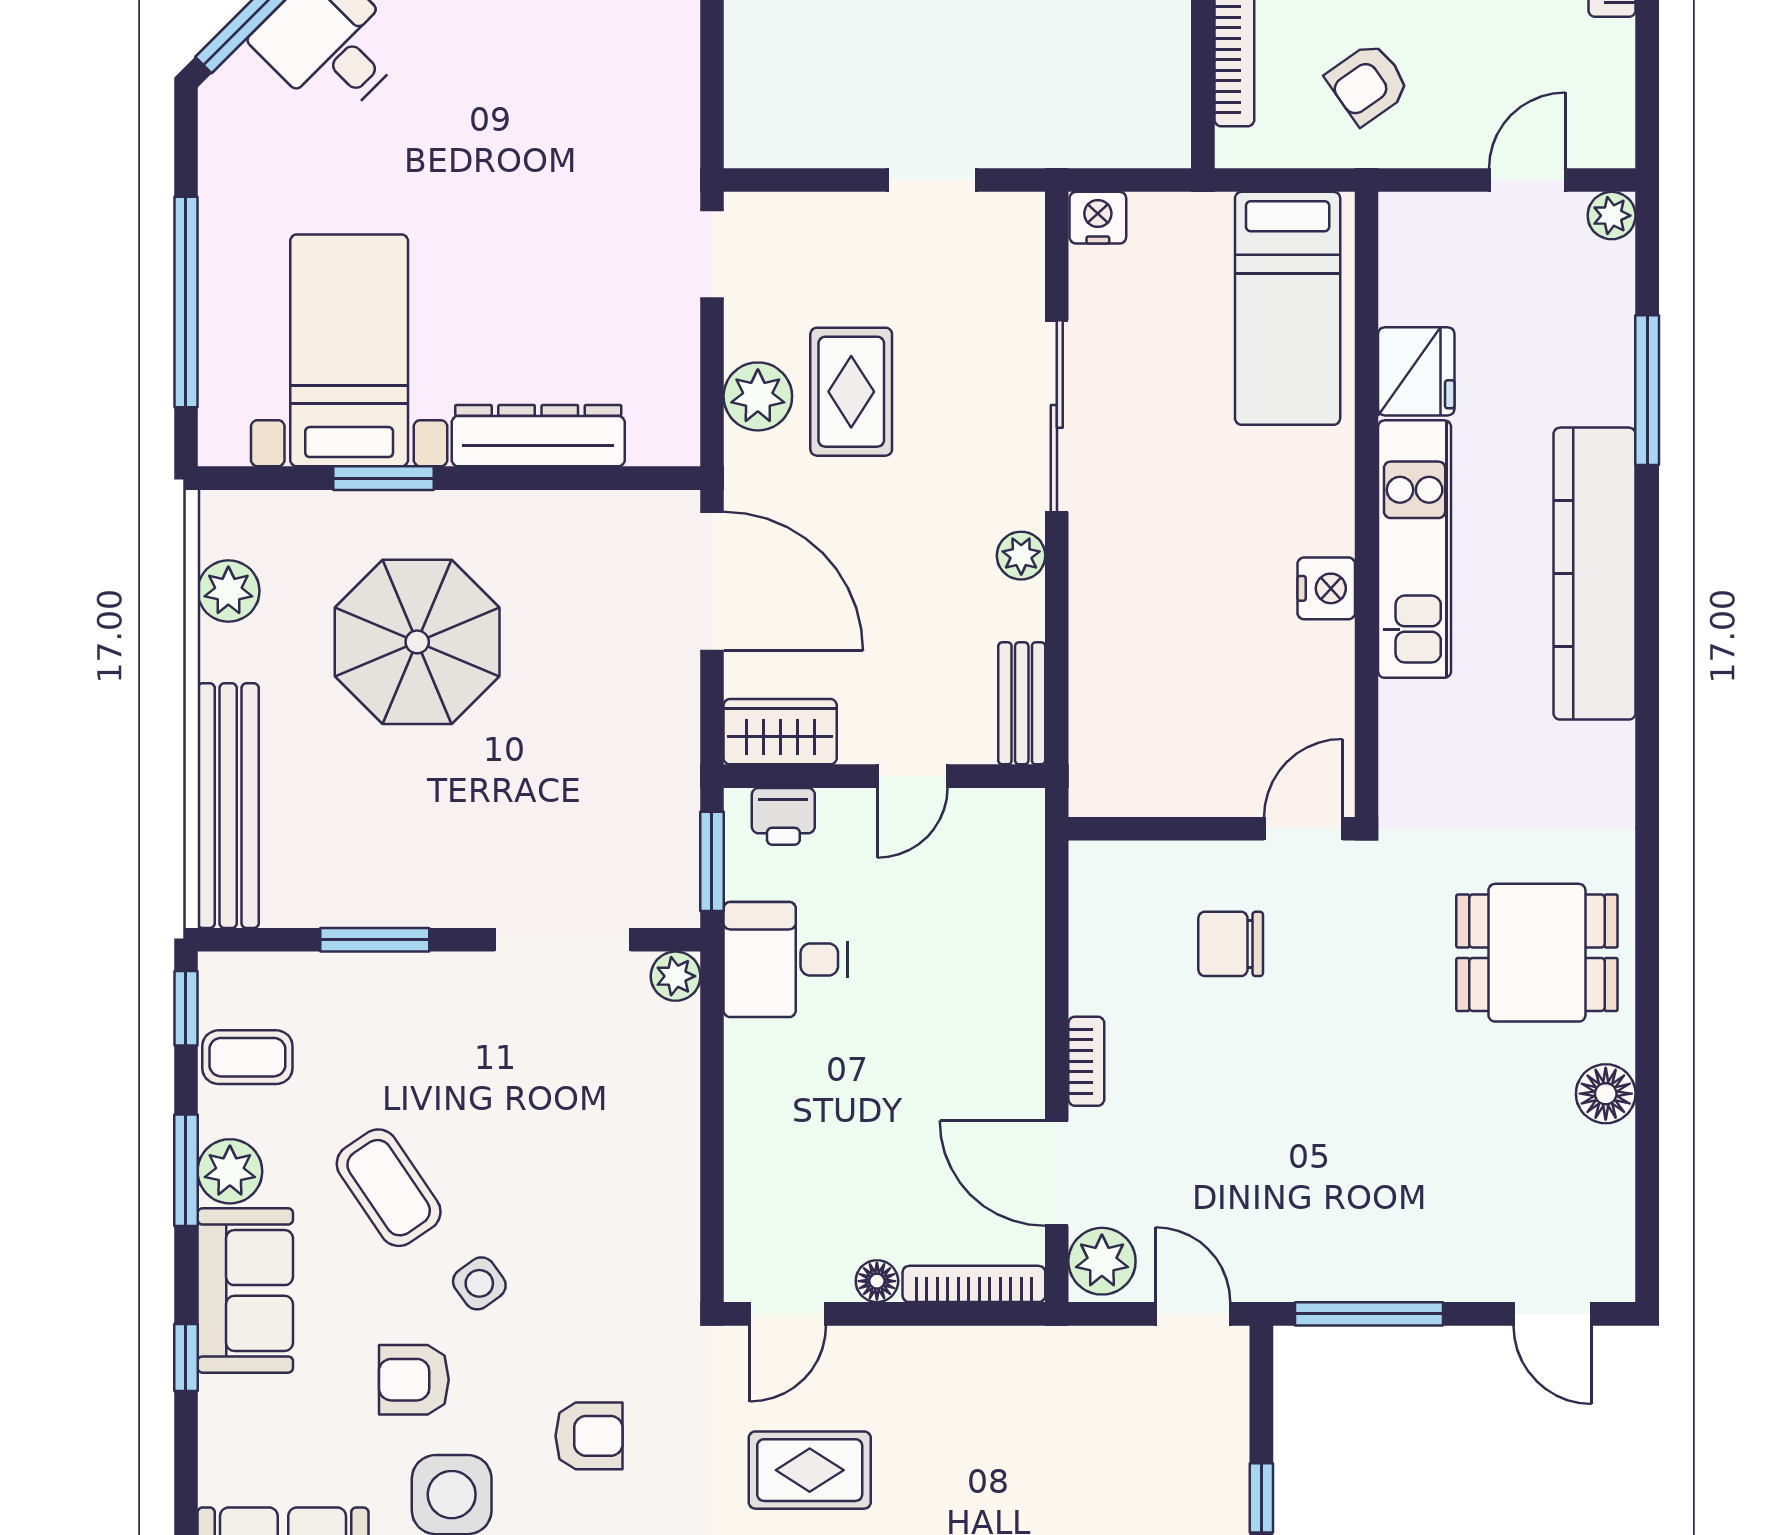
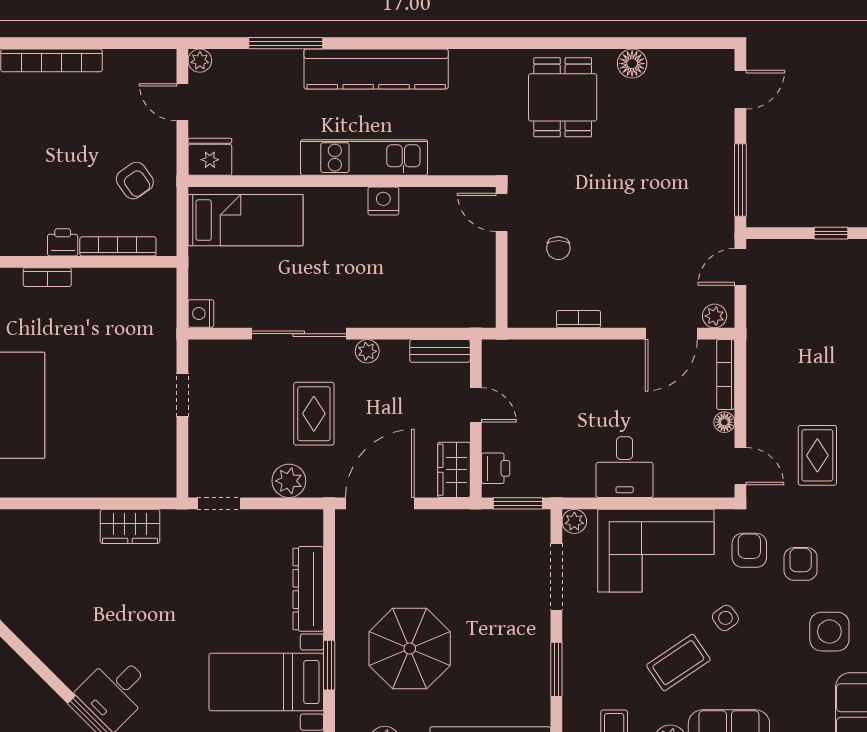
wardrobe: (665, 74) -> (130, 526), added
fridge: (1416, 371) -> (210, 157), moved
rug: (851, 392) -> (314, 414), moved, turned 90
chair: (1231, 944) -> (558, 248), width x0.73, depth x0.73
desk: (786, 959) -> (625, 467), moved
bookcase: (1086, 1061) -> (579, 319), moved
corner sofa: (616, 1142) -> (656, 551), added
plant: (1102, 1261) -> (715, 316), width x0.73, depth x0.73
armchair: (414, 1380) -> (749, 550), moved, turned 180

